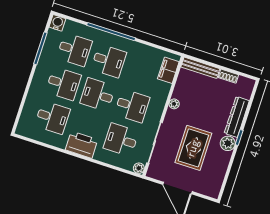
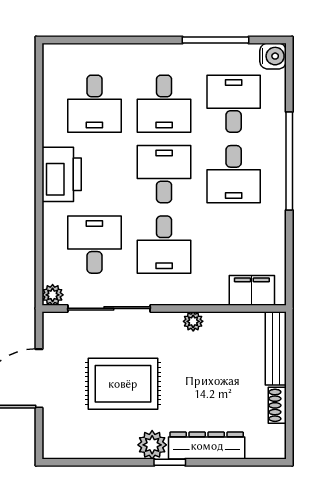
desk: (74, 50) -> (234, 104), turned 180

